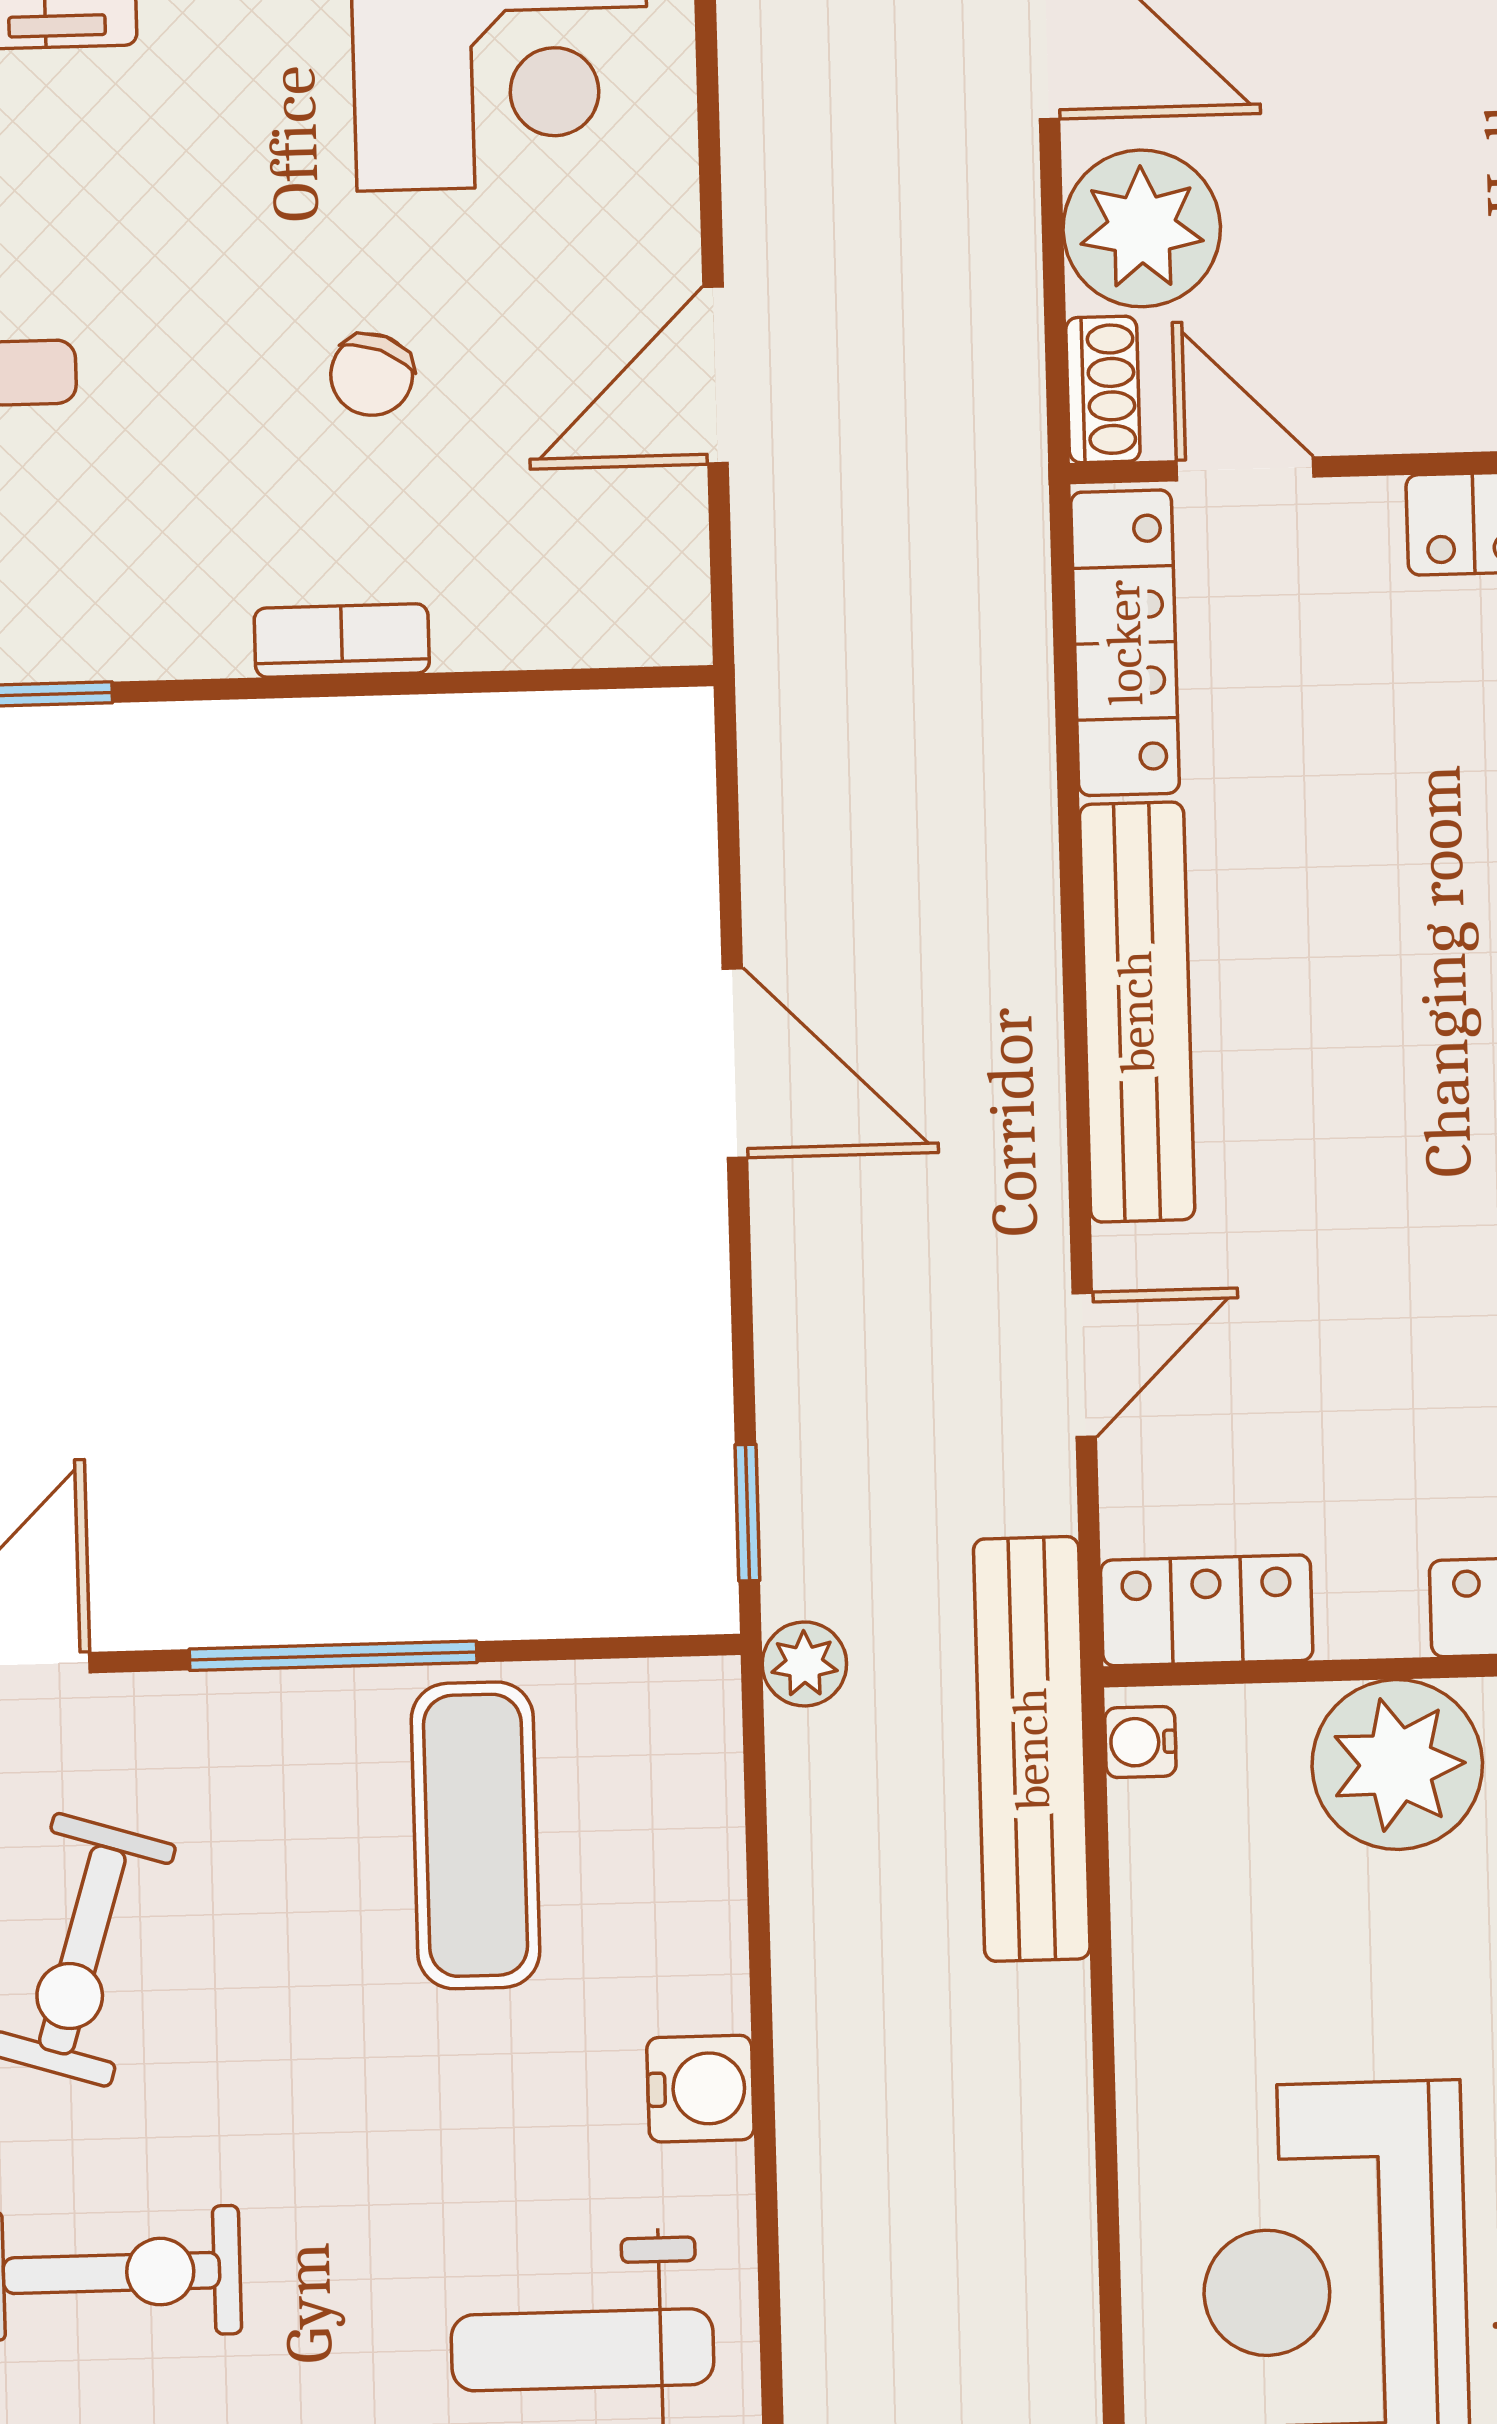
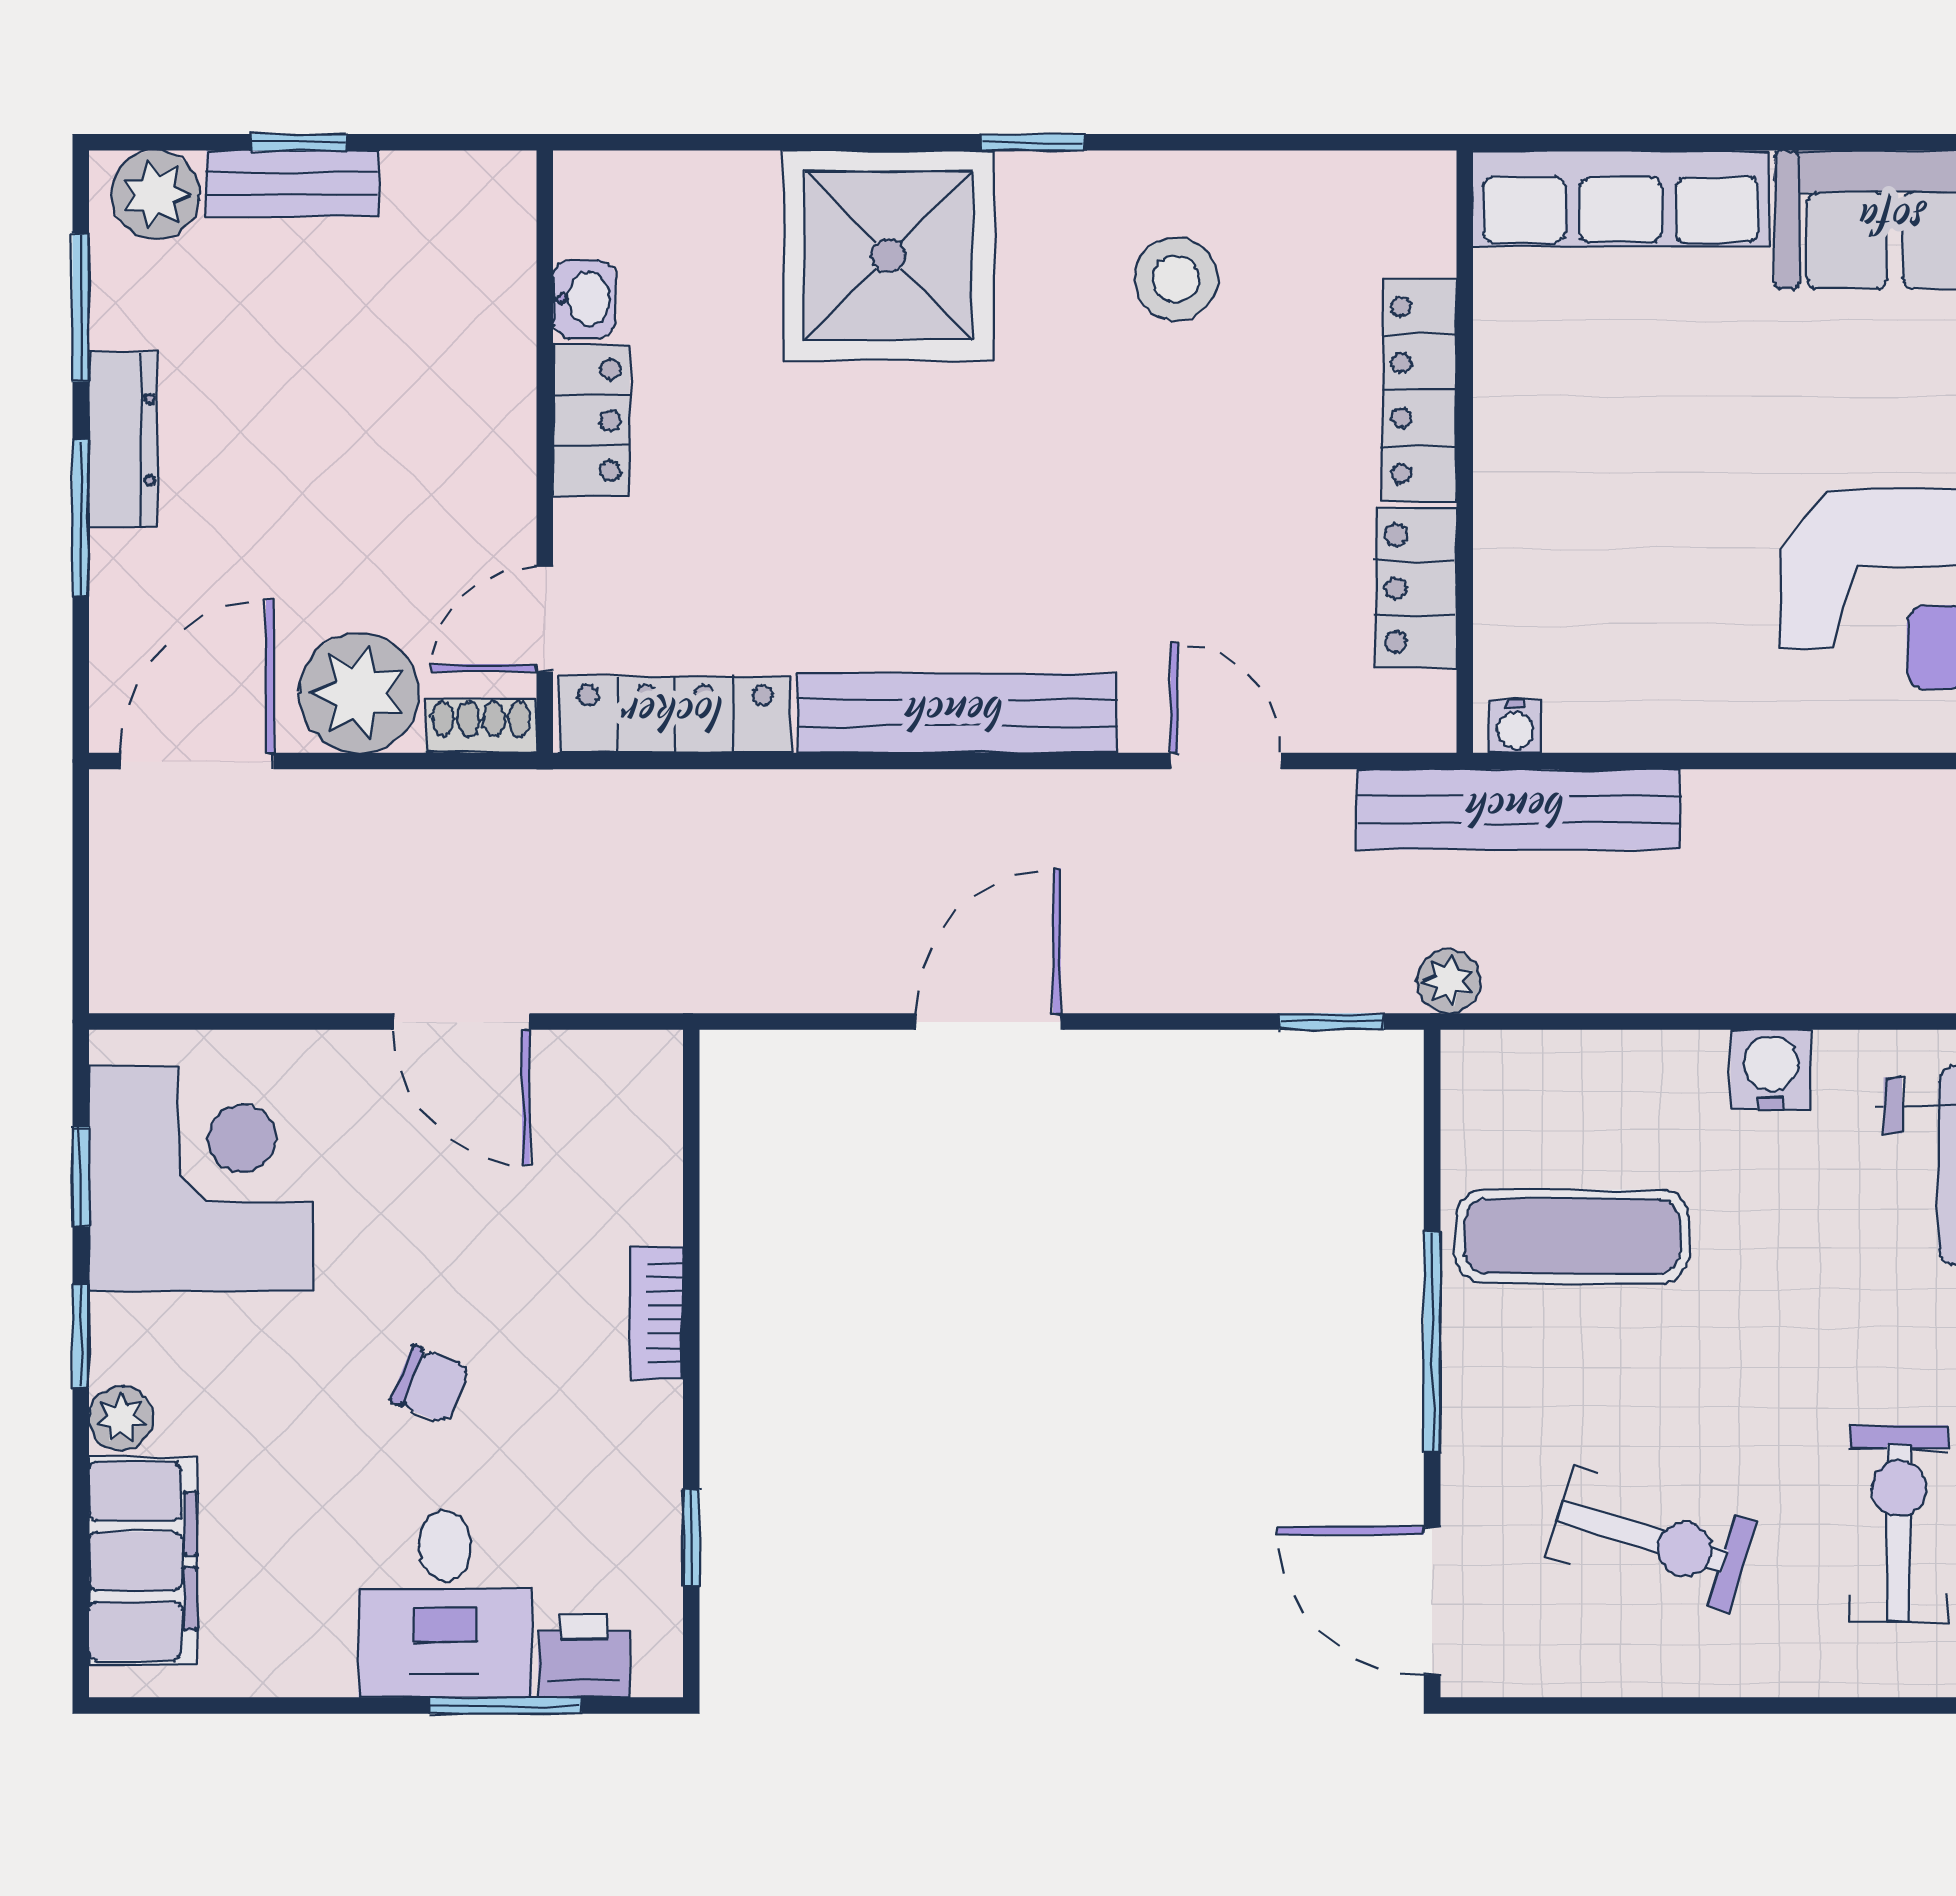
chair: (372, 375) -> (430, 1385), moved
locker: (1207, 1610) -> (1416, 588), moved
plant: (1397, 1765) -> (1538, 530), removed

